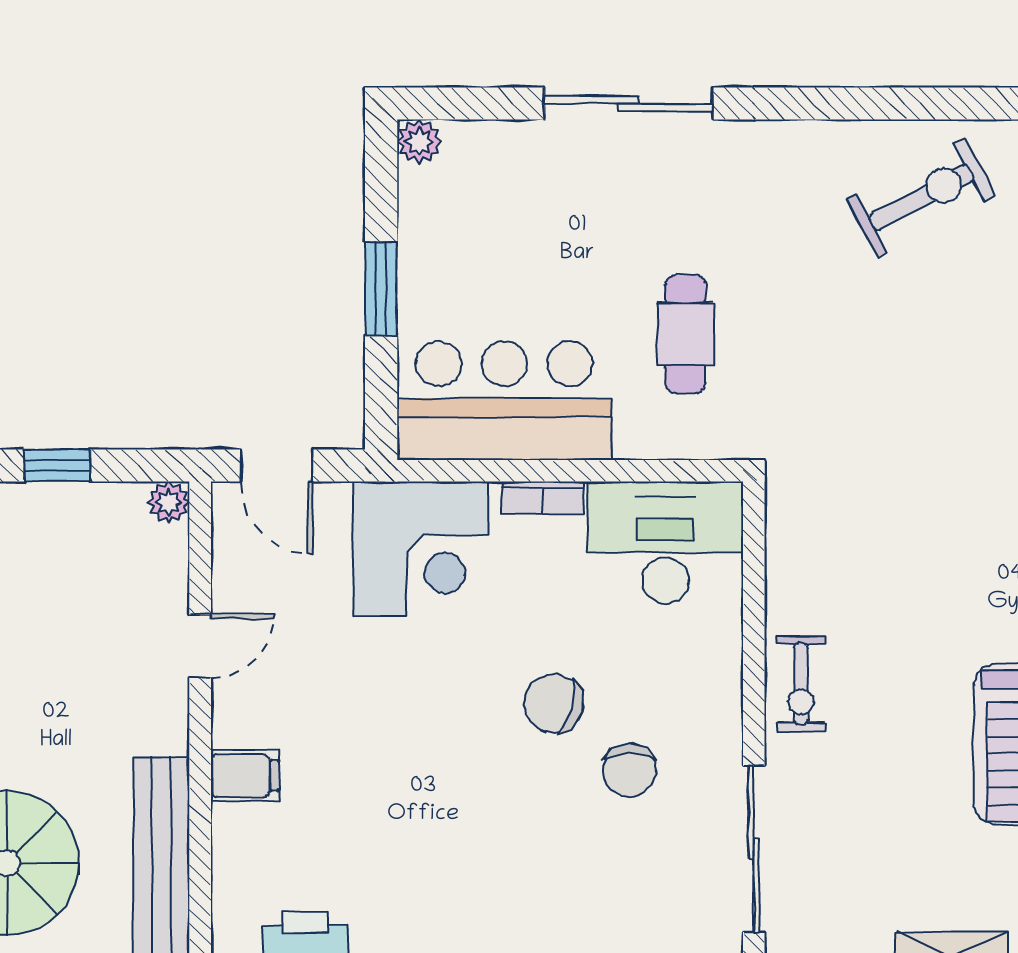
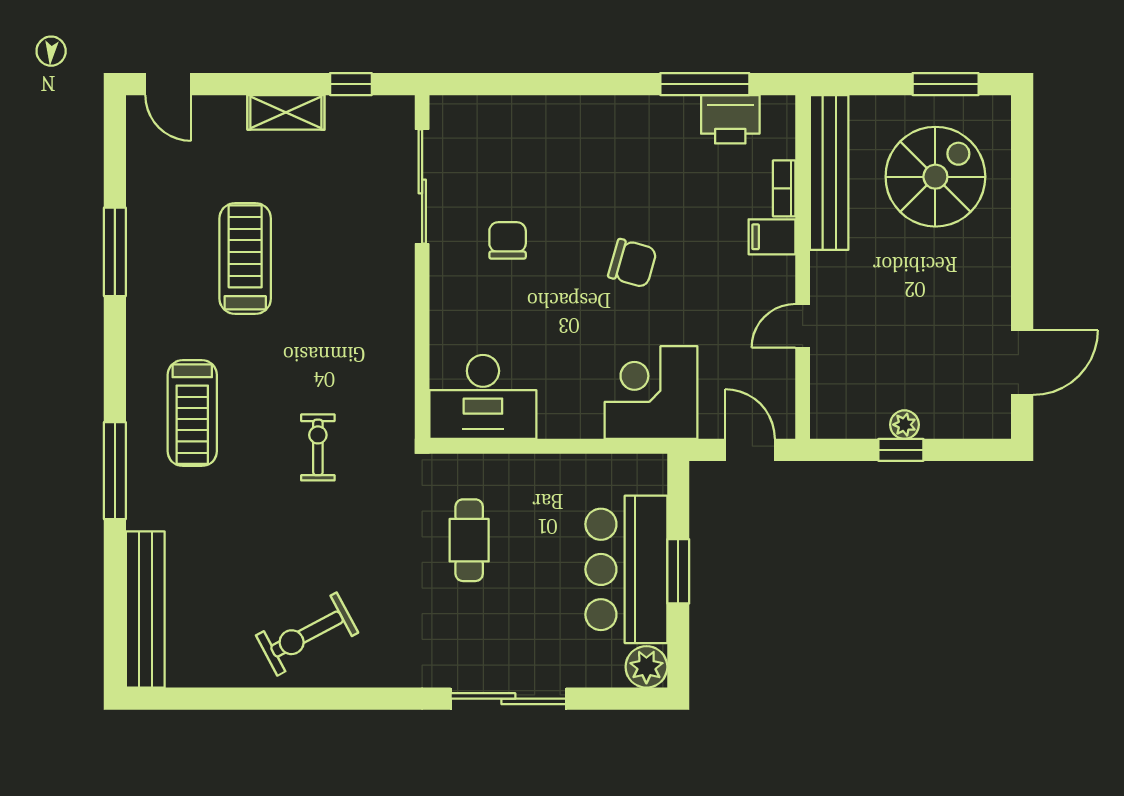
plant: (419, 142) -> (646, 667), width x1.38, depth x1.38
bar counter: (504, 401) -> (626, 569), moved, turned 90
bookcase: (543, 498) -> (784, 188), moved, turned -90
plant: (169, 502) -> (904, 425), moved
exercise bike: (801, 684) -> (318, 447), moved
chair: (554, 703) -> (632, 263), moved

